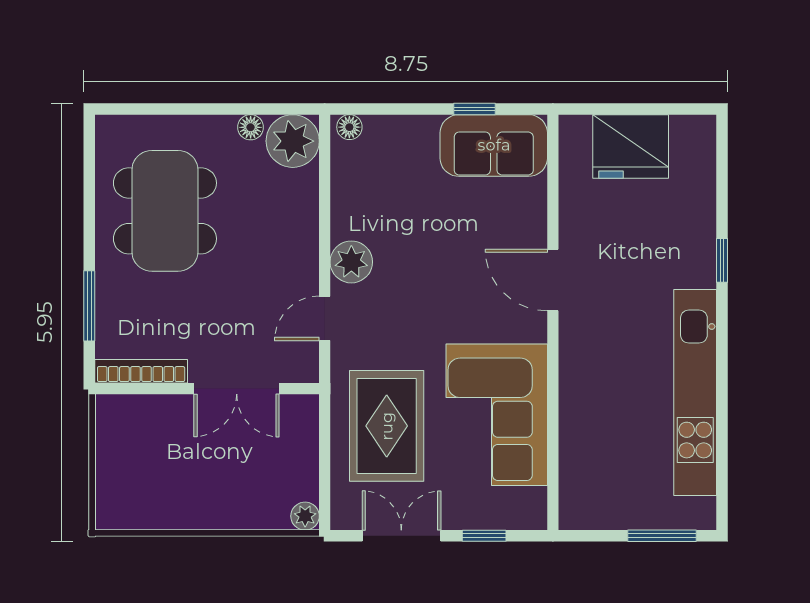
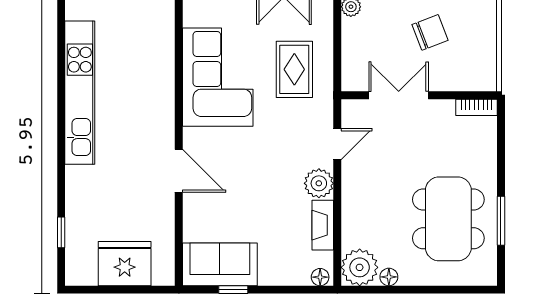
fireplace: (346, 202) -> (323, 225), added
window: (722, 260) -> (61, 232), moved
window: (89, 306) -> (501, 221), moved
bookcase: (141, 371) -> (477, 107), width x0.64
rug: (387, 426) -> (294, 69), width x0.73, depth x0.70
chair: (191, 479) -> (430, 32), added

